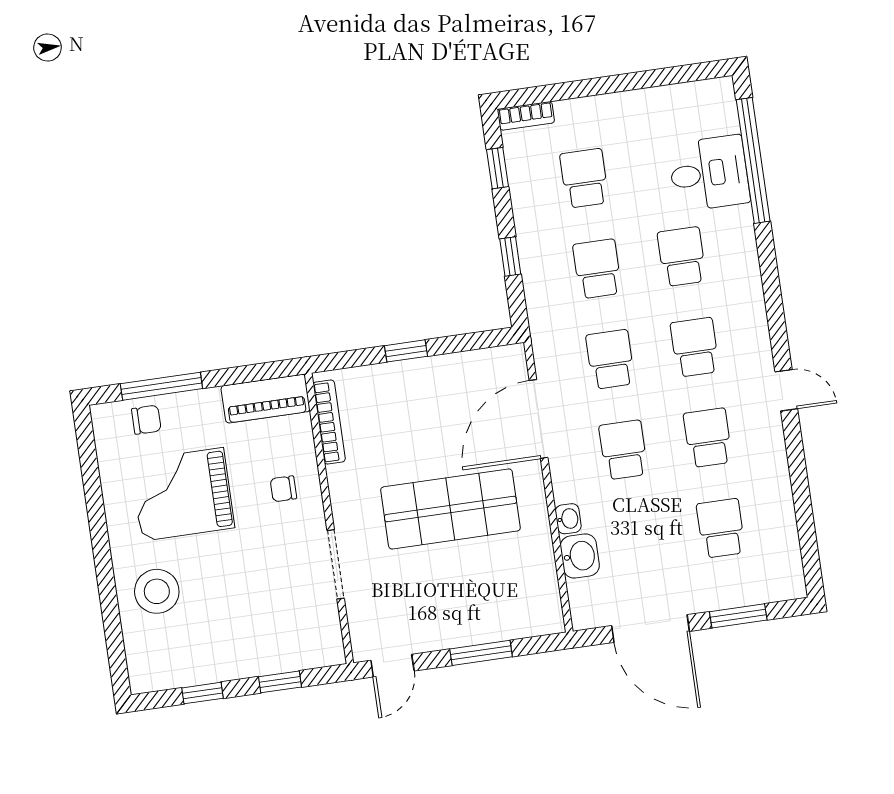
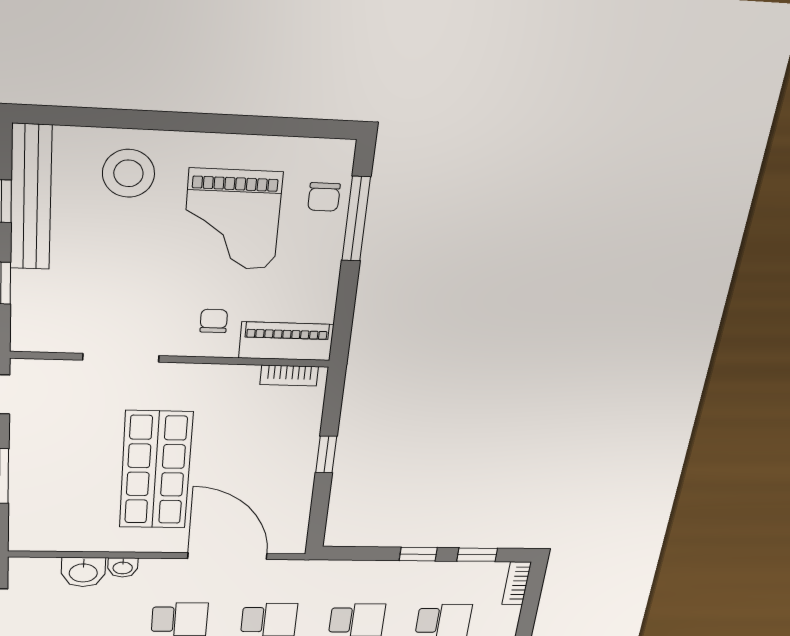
window: (510, 257) -> (418, 554), moved
piano: (266, 399) -> (286, 341), moved, turned 90
bookcase: (329, 422) -> (289, 376), width x0.64
grand piano: (182, 494) -> (232, 220), turned 180
bench: (195, 669) -> (31, 198), added

